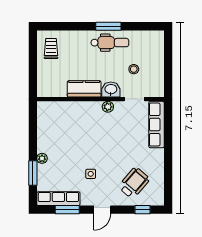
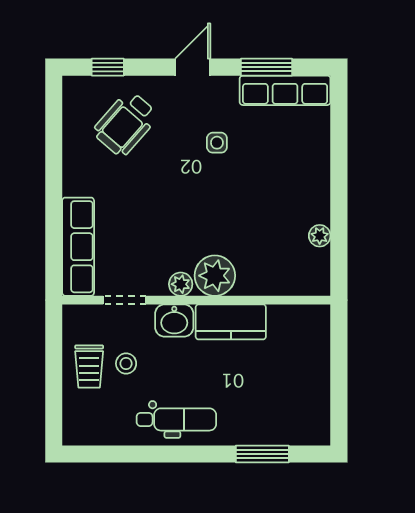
window: (108, 26) -> (262, 454), moved
dental chair: (110, 43) -> (176, 419), turned 180
trolley: (51, 48) -> (89, 366), moved
plant: (92, 111) -> (215, 276), added
plant: (42, 158) -> (320, 236), moved
window: (33, 173) -> (339, 144), removed

